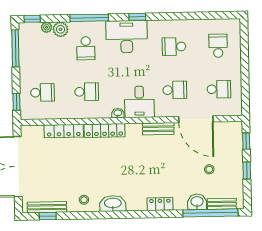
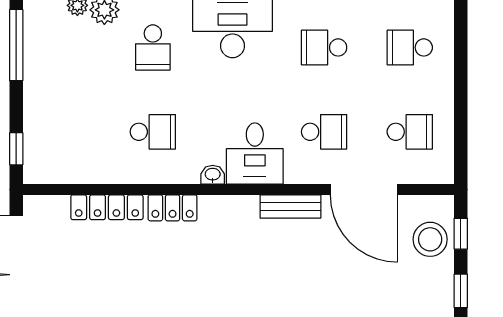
school desk: (218, 46) -> (410, 47), turned -90
school desk: (43, 93) -> (67, 132), removed
locker: (104, 130) -> (173, 208), width x0.66
stool: (209, 169) -> (430, 239), moved, width x1.89, depth x1.89

